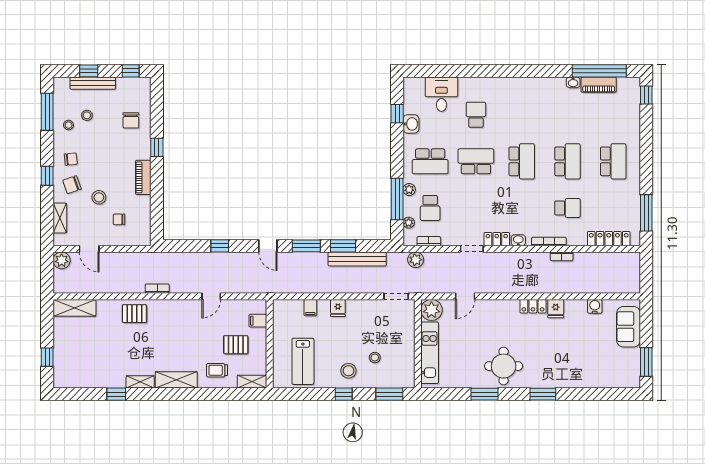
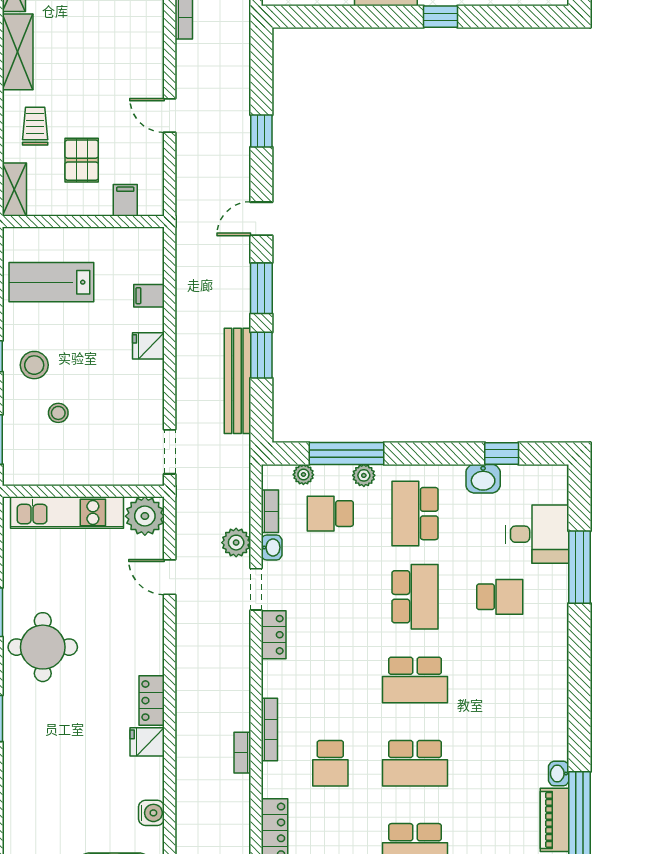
window: (460, 71) -> (579, 567), added
washbasin: (518, 240) -> (272, 547), moved
plant: (416, 260) -> (236, 543), moved

